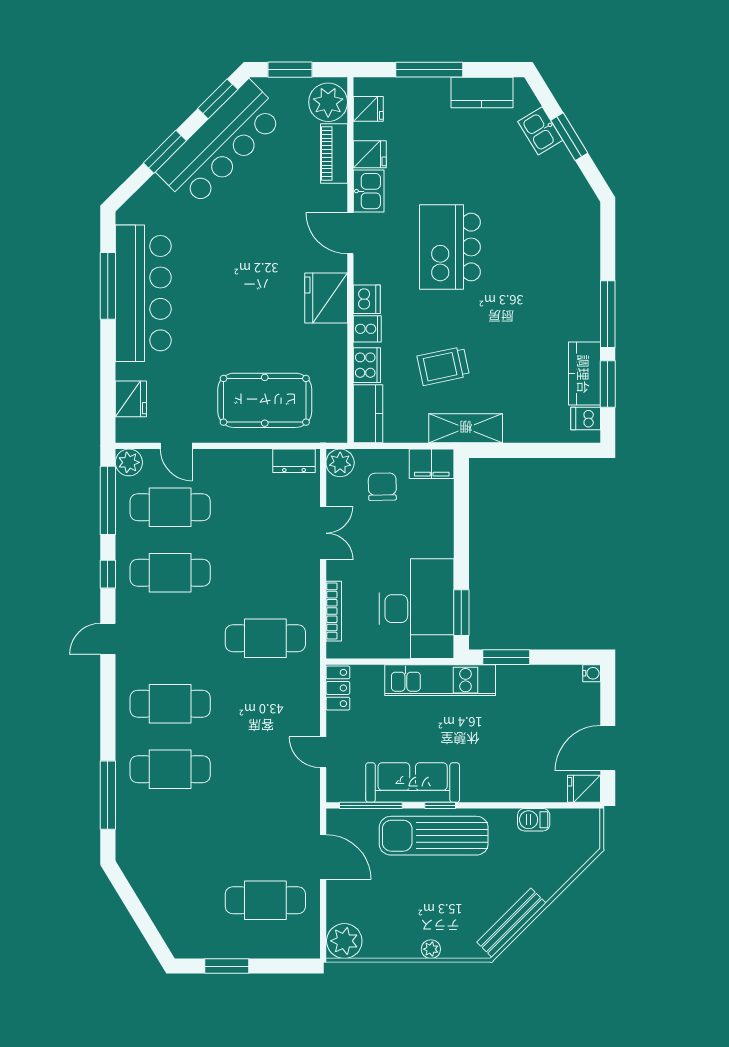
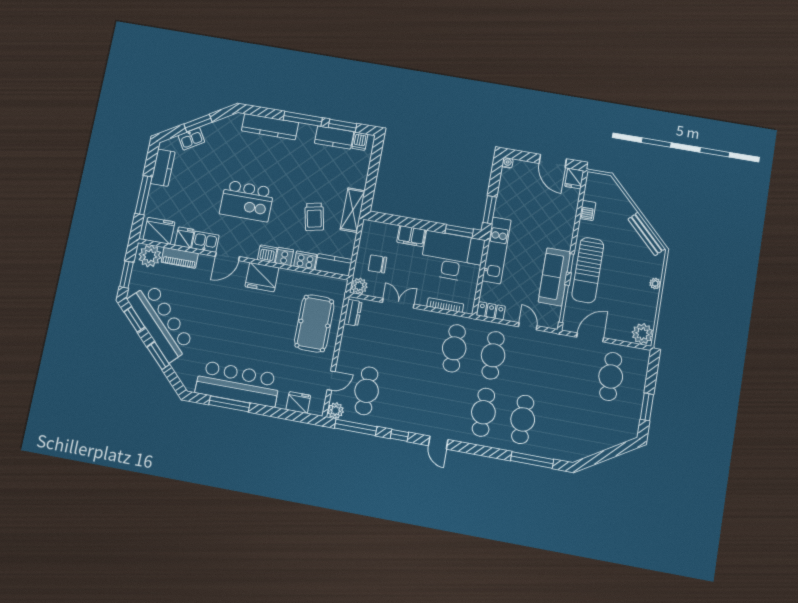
fridge: (368, 109) -> (159, 231), width x1.88, depth x1.34
kitchen counter: (584, 261) -> (270, 127), added
filing cabinet: (432, 464) -> (411, 236), moved, turned 90
cafe table: (170, 573) -> (493, 355), moved
door: (323, 752) -> (528, 326), swing flipped

